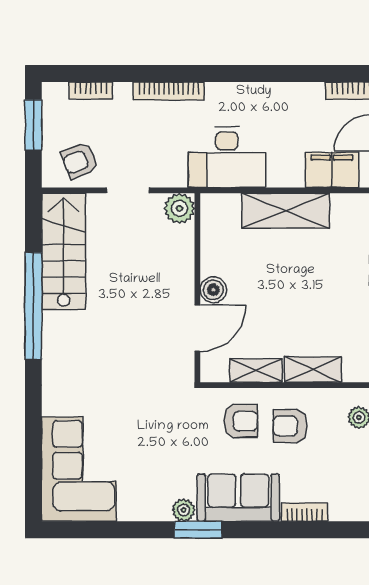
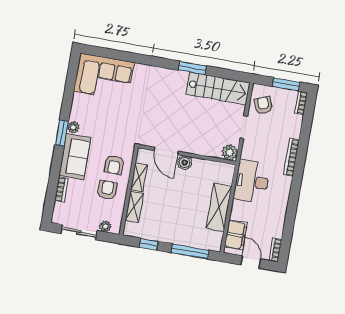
bookcase: (91, 91) -> (301, 103), moved
window: (33, 306) -> (192, 68), width x0.47

